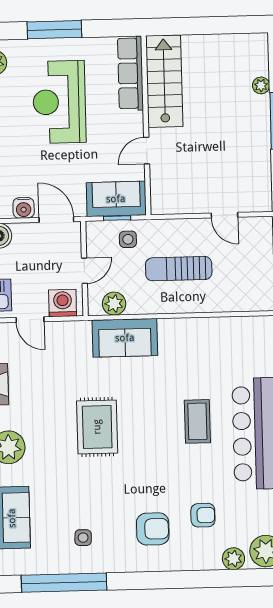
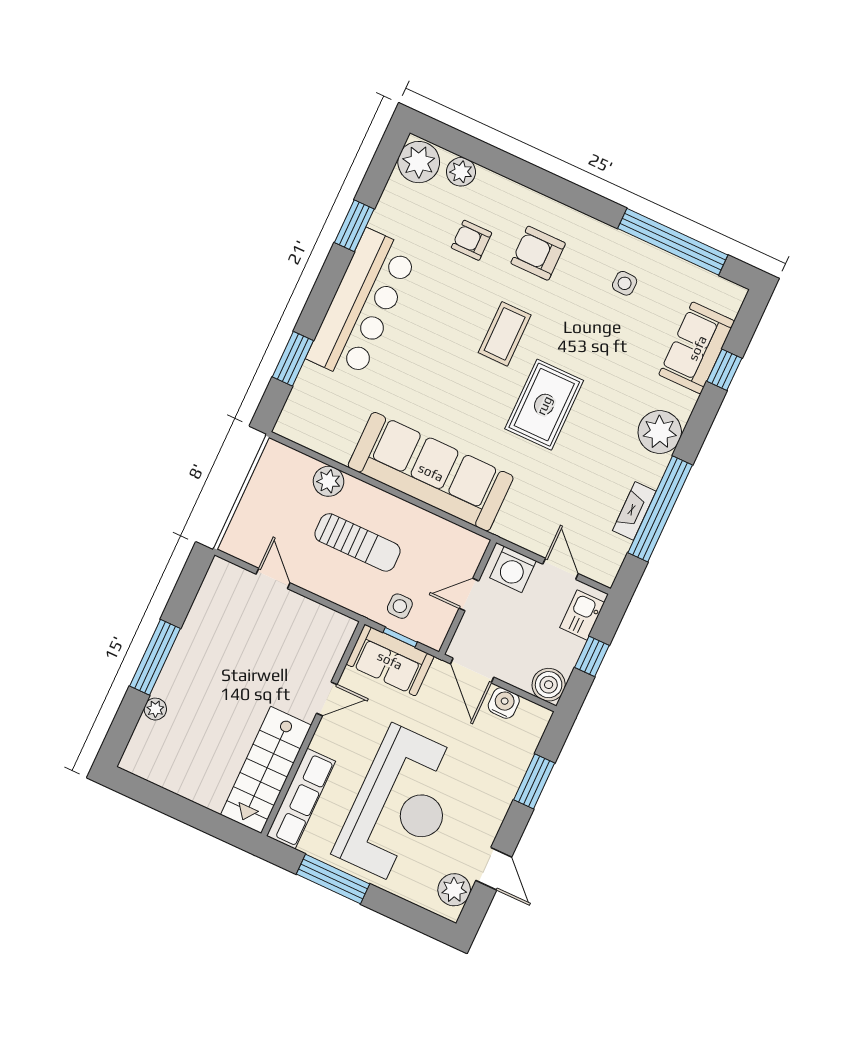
window: (54, 30) -> (333, 879), moved
reception desk: (59, 102) -> (401, 806), width x1.36, depth x1.30
plant: (114, 304) -> (329, 481), moved
sofa: (125, 338) -> (431, 472), width x1.85, depth x1.27
coffee table: (197, 421) -> (505, 334), moved

